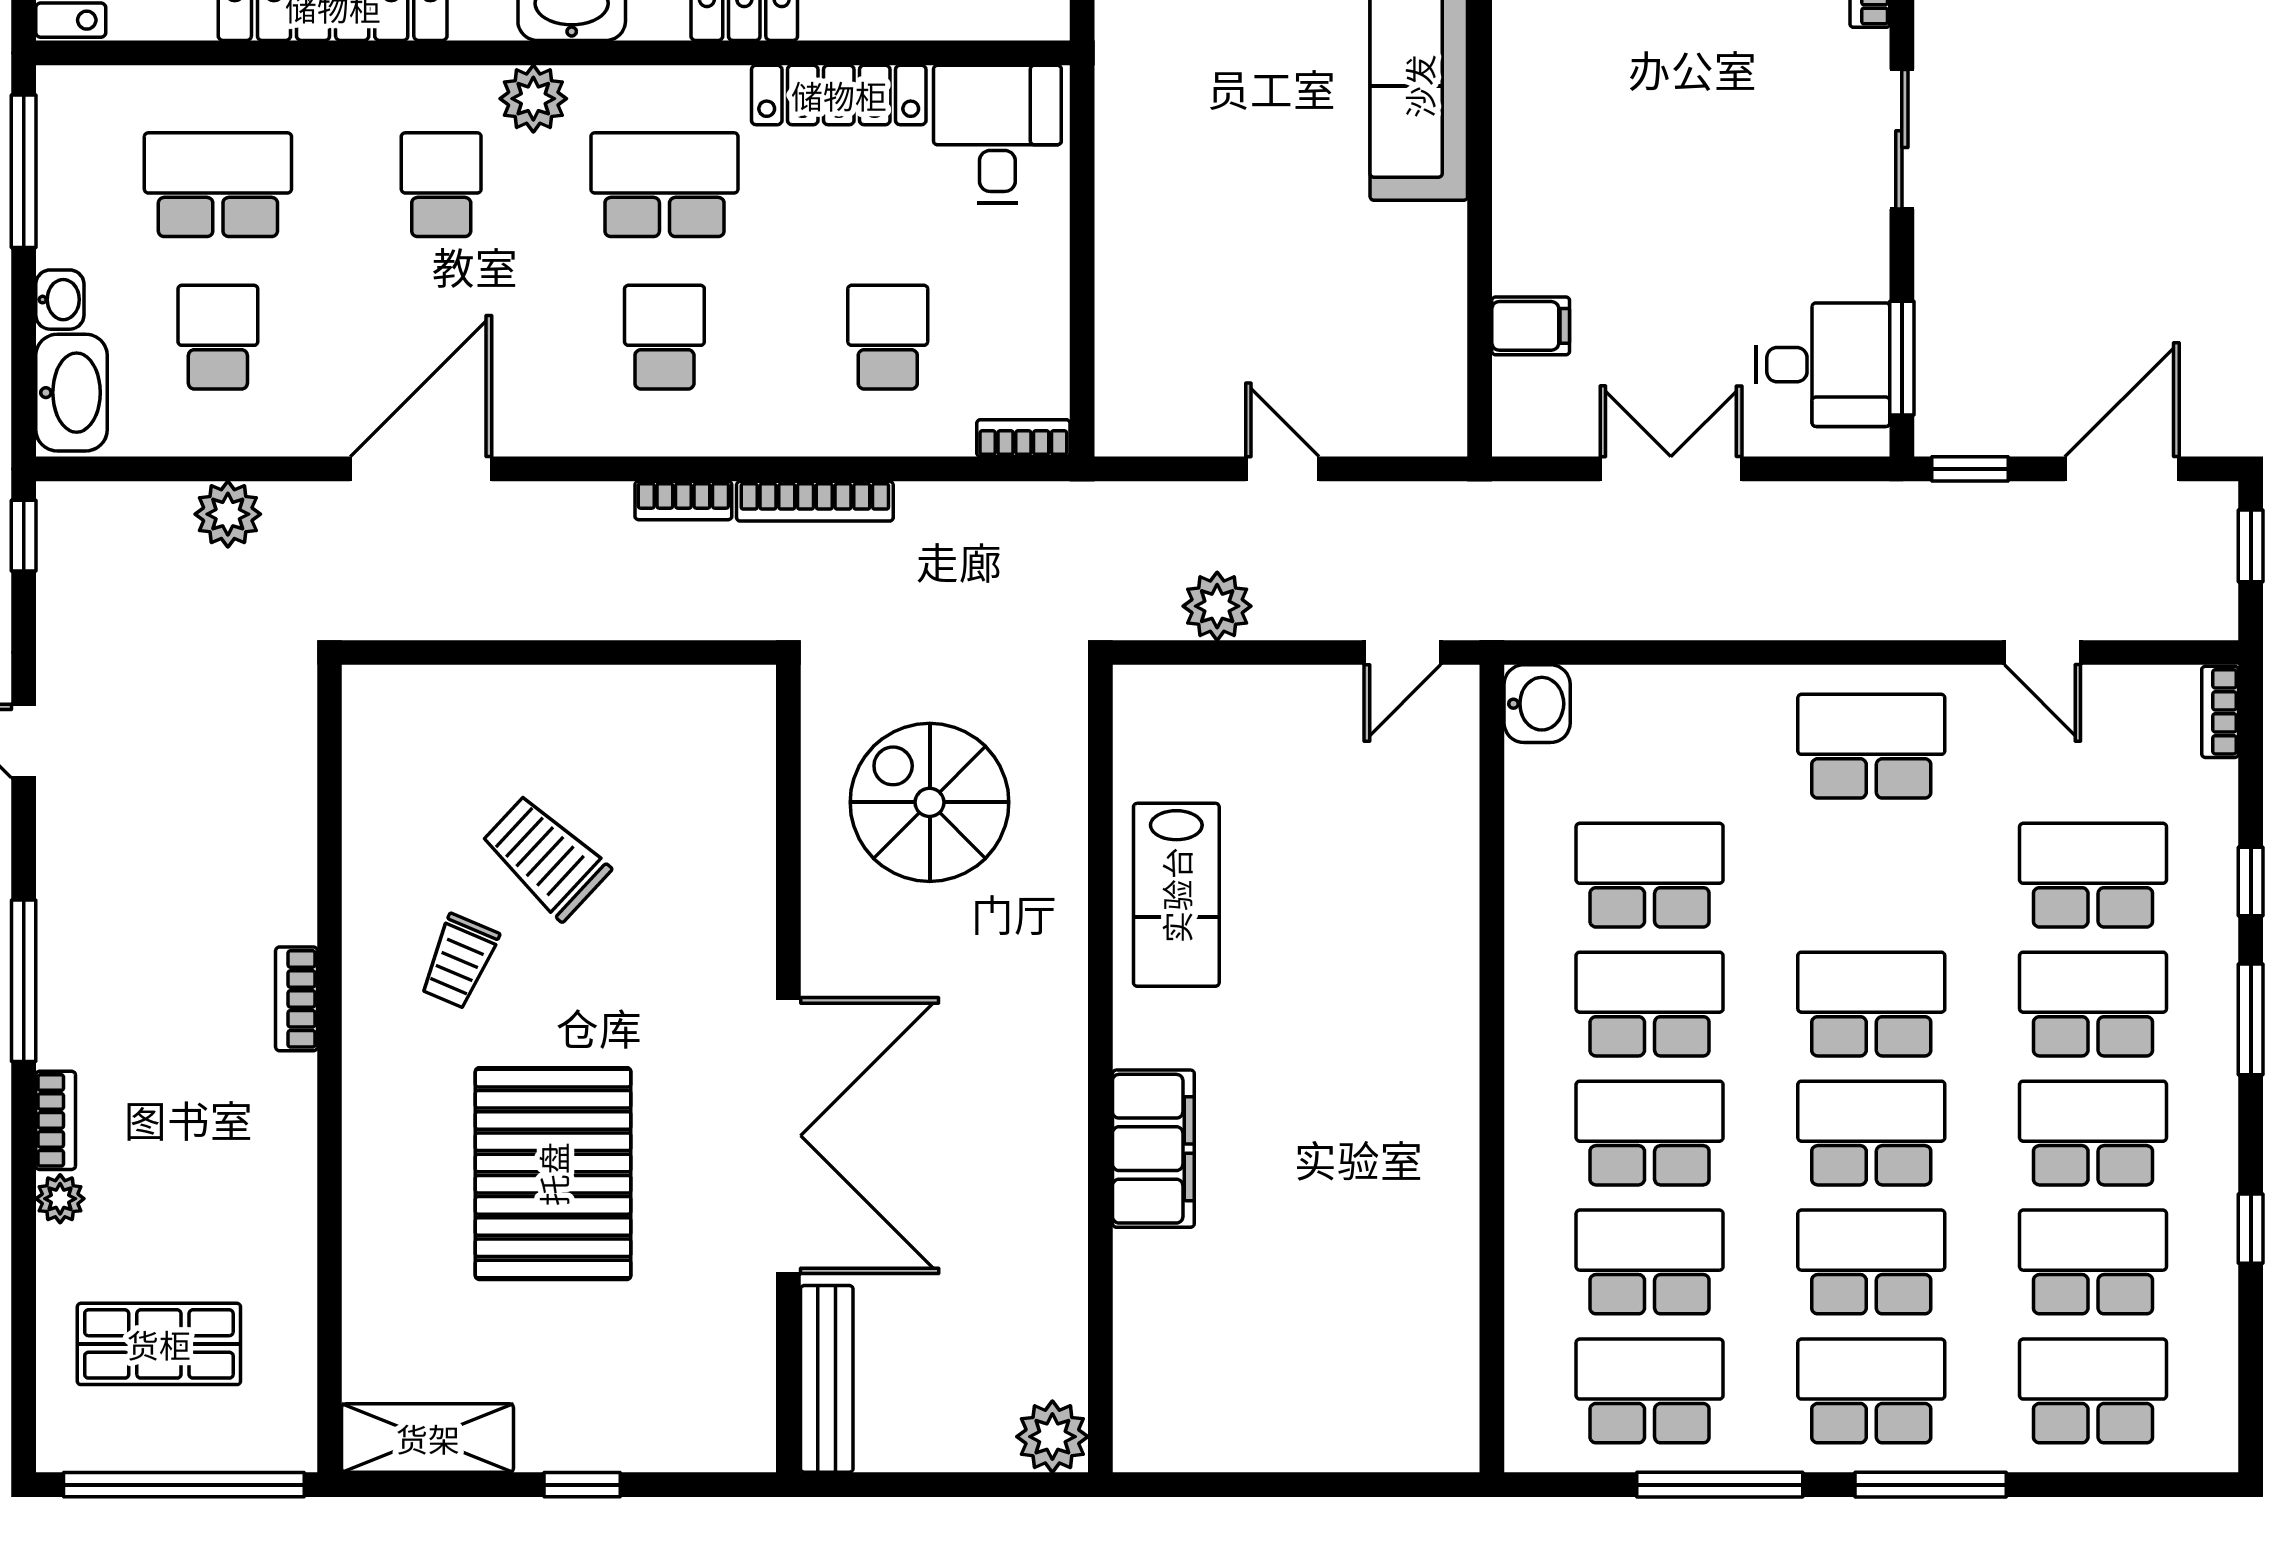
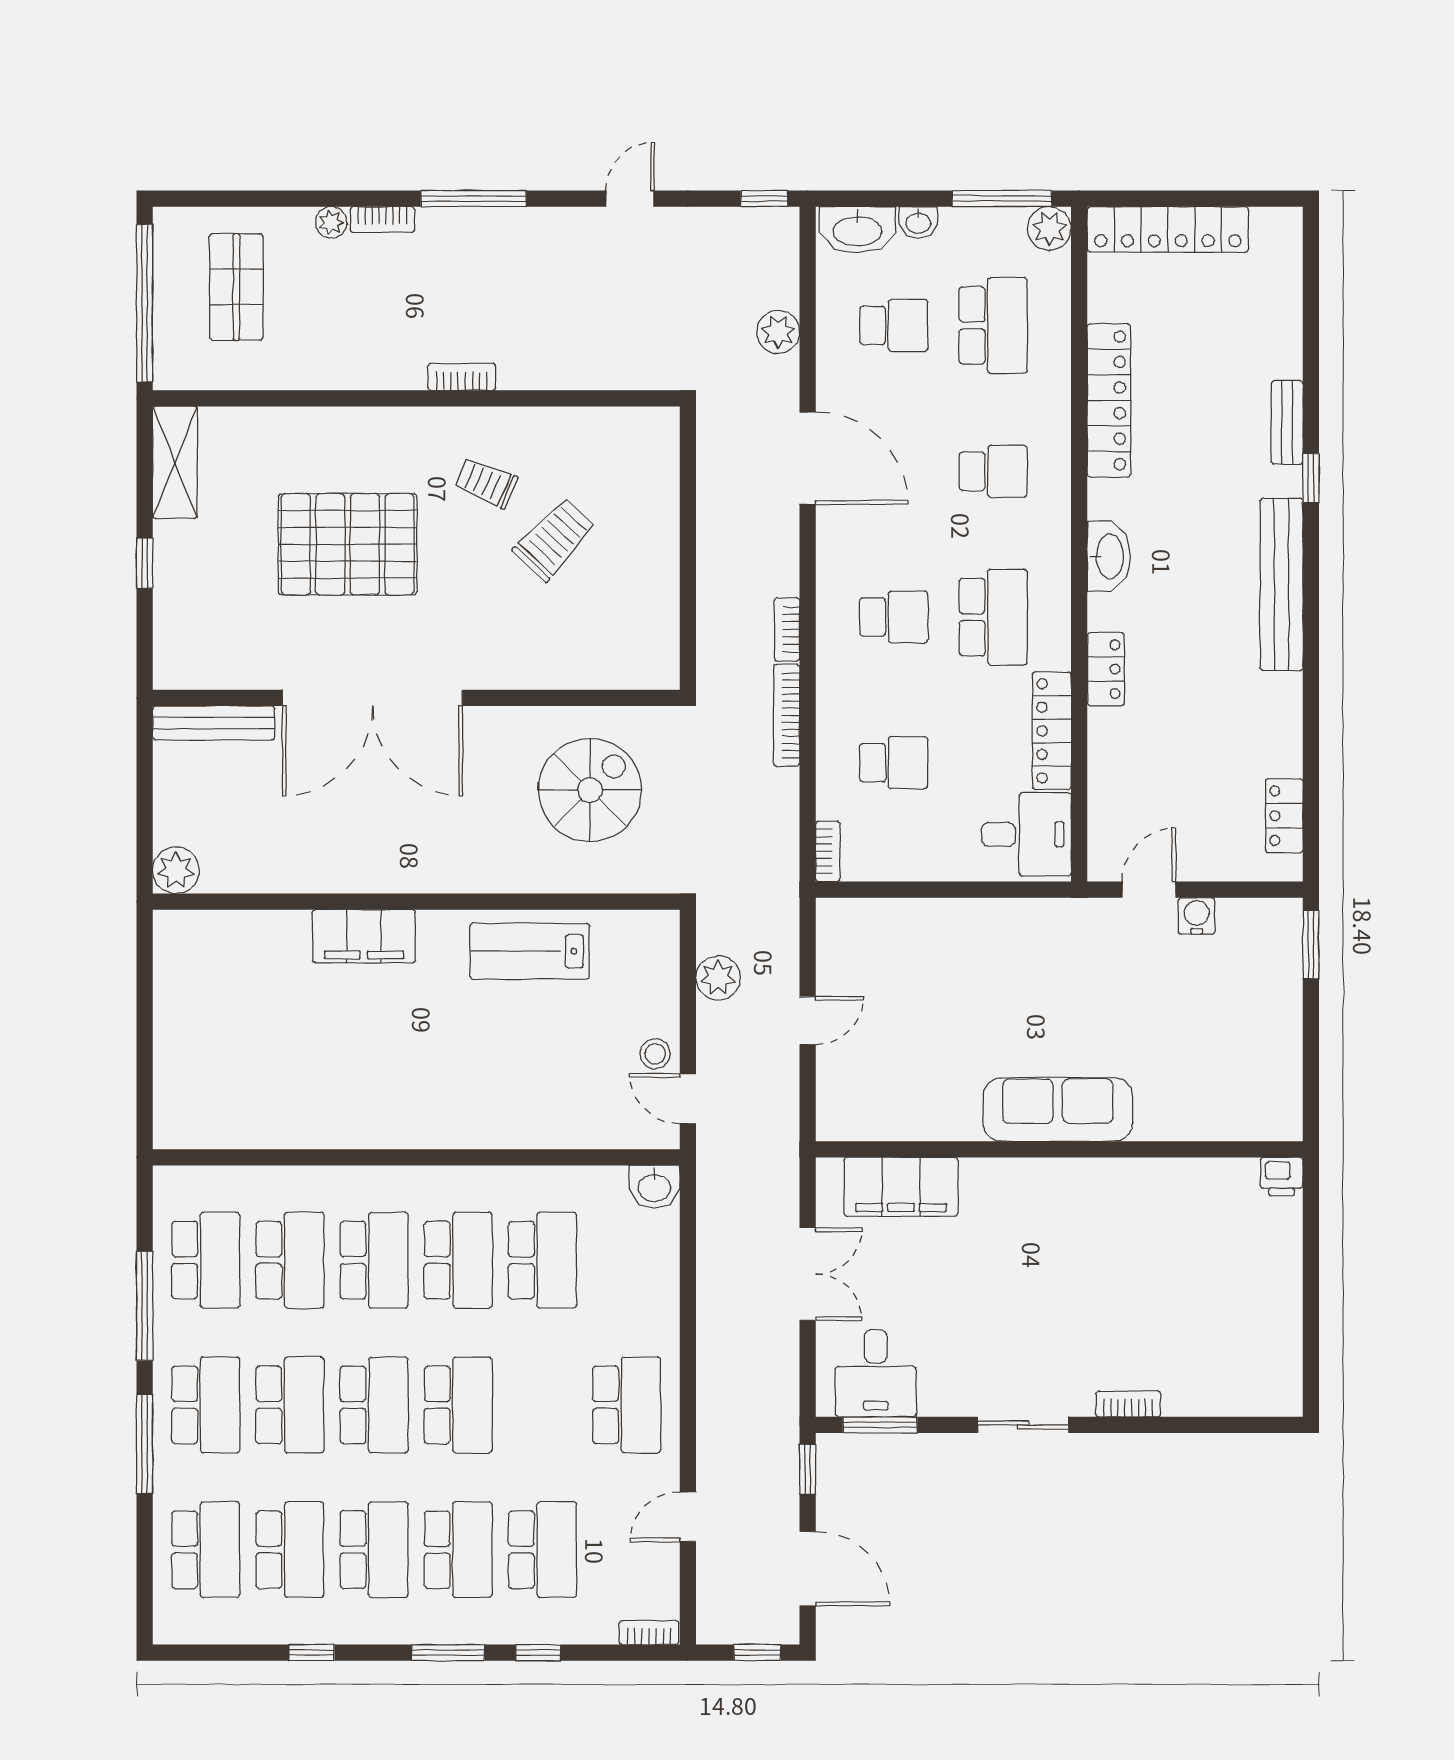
plant: (533, 99) -> (1049, 228), moved
filing cabinet: (1531, 326) -> (901, 1187), width x3.00, depth x1.17
stool: (1334, 703) -> (655, 1054), added

